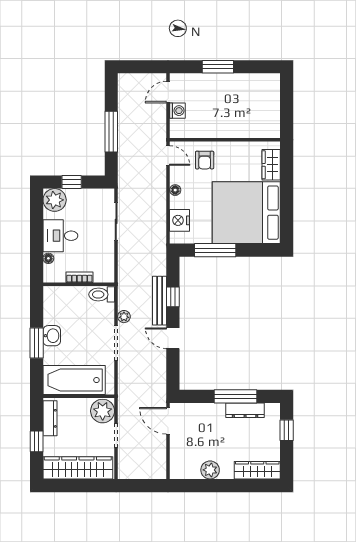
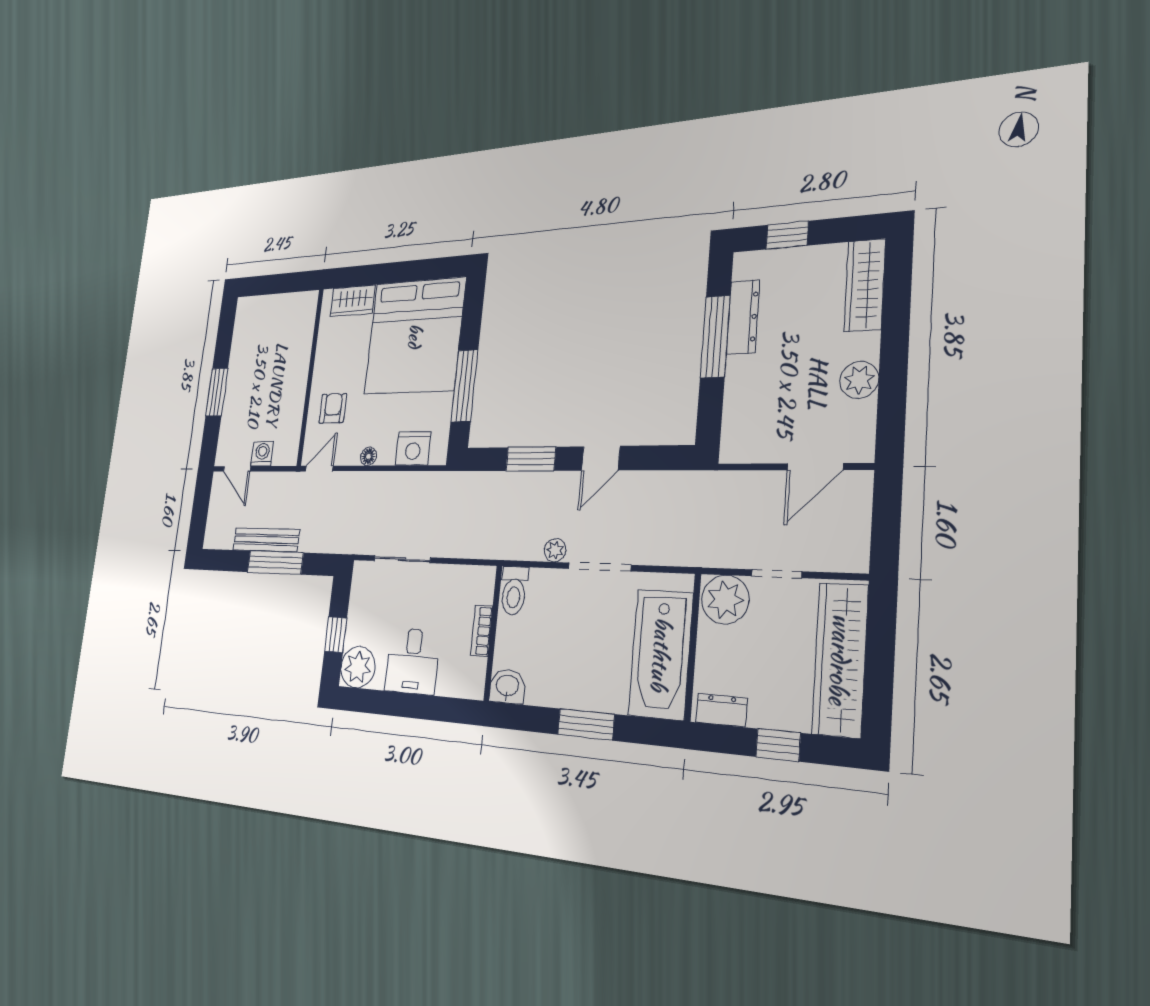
armchair: (205, 160) -> (333, 408), turned -90
floor lamp: (48, 258) -> (445, 687), removed
window: (173, 297) -> (531, 459), width x1.50
bench: (160, 301) -> (266, 540), moved
washbasin: (52, 336) -> (507, 686), moved
dresser: (50, 418) -> (721, 710), width x0.70
door: (168, 421) -> (815, 467), moved

